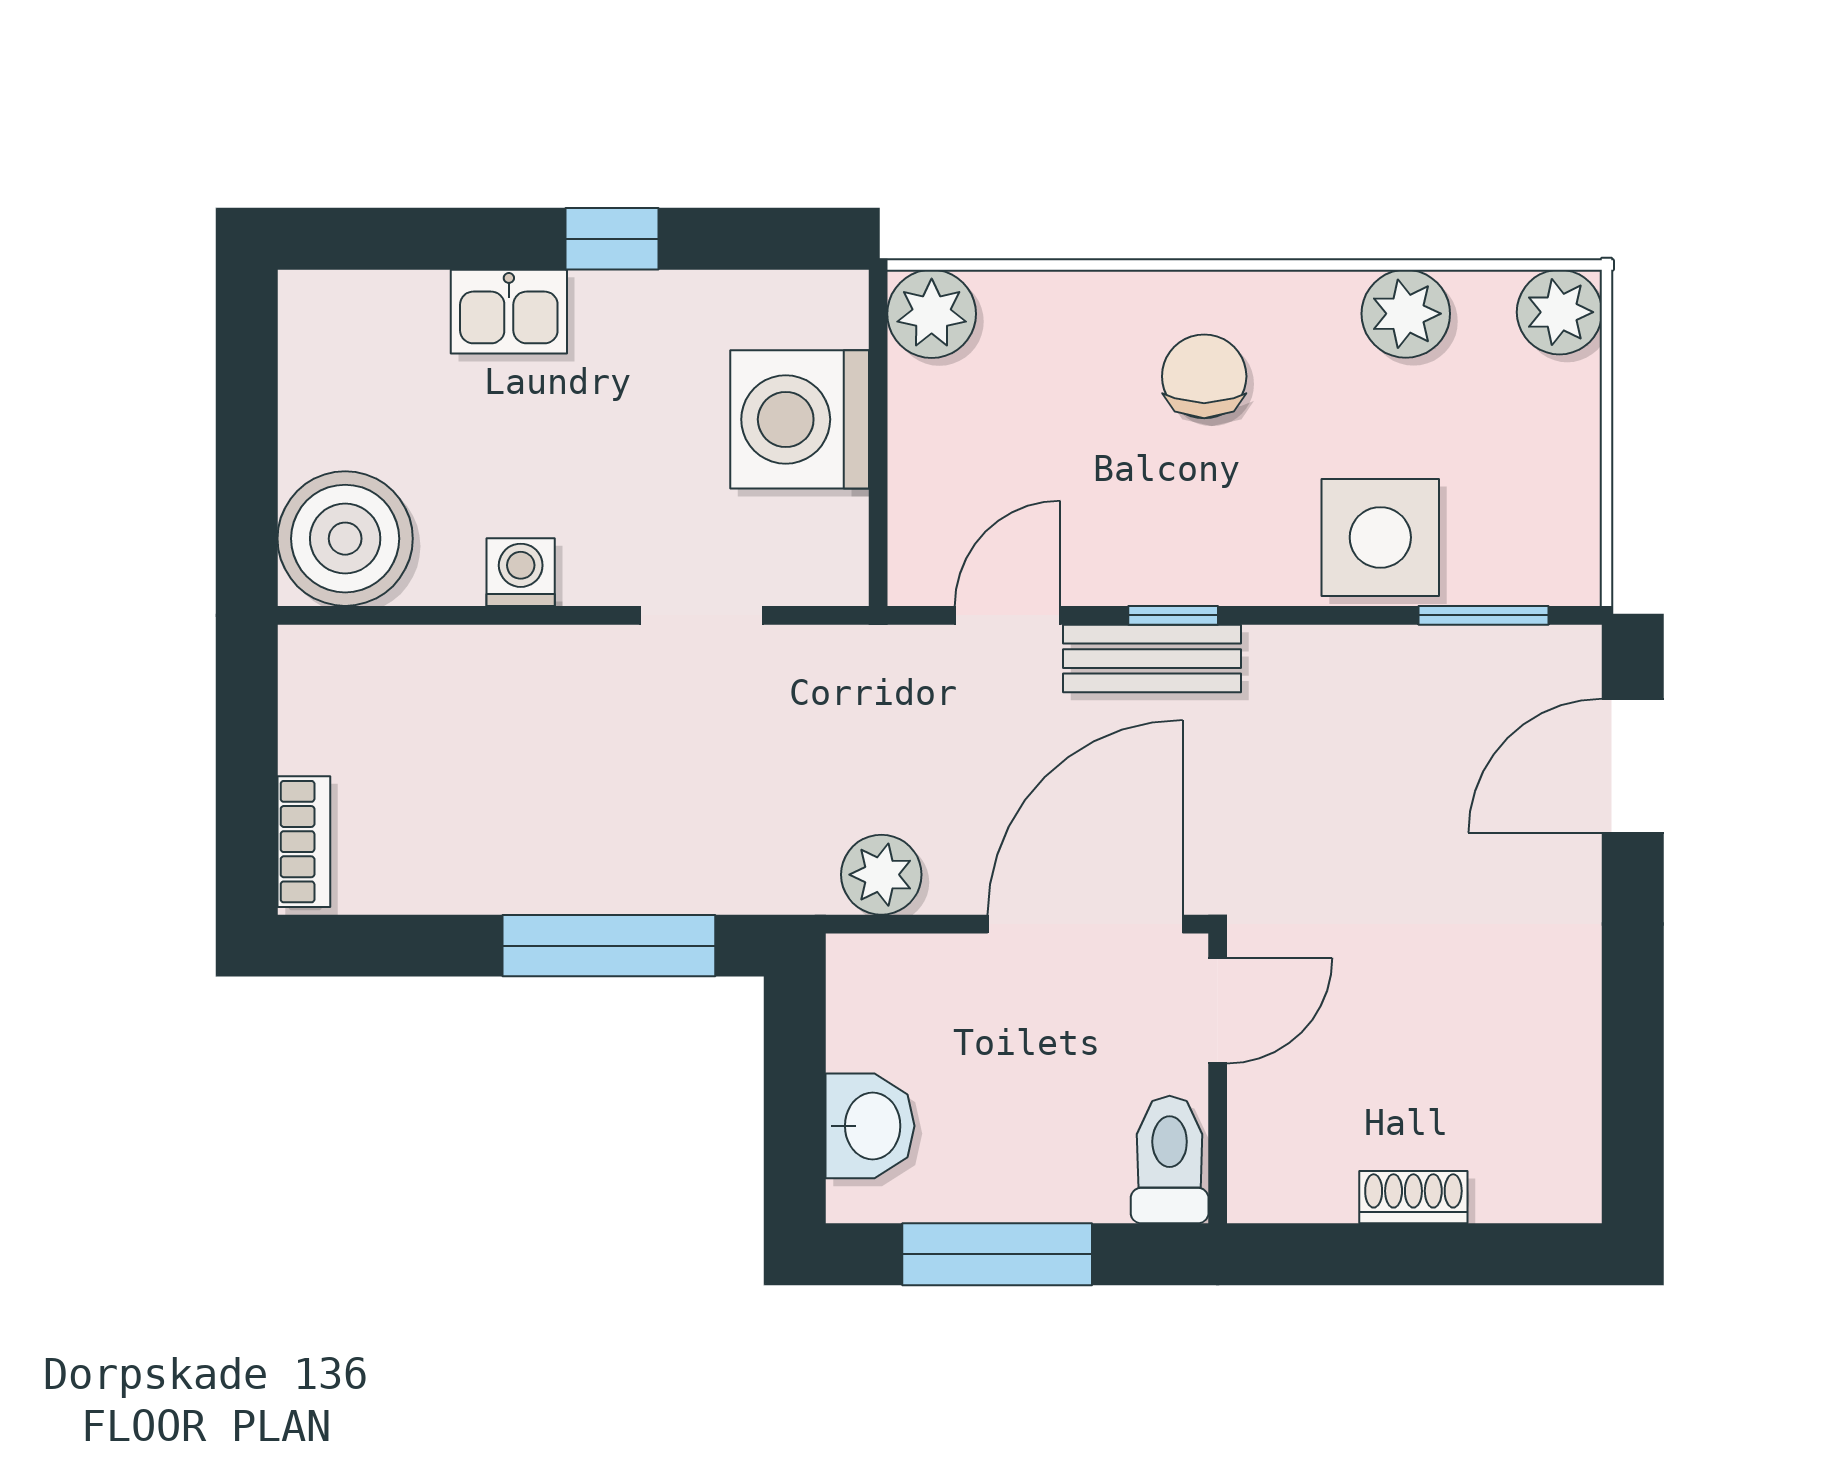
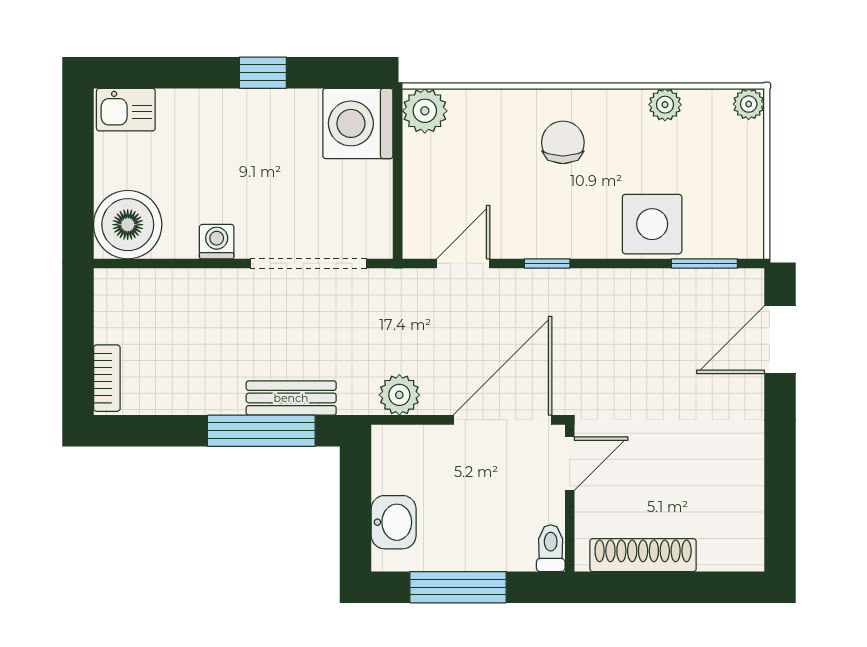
kitchen sink: (509, 312) -> (126, 110), moved
plant: (1559, 312) -> (749, 104), width x0.73, depth x0.73
plant: (1406, 314) -> (665, 105), width x0.73, depth x0.73
washing machine: (800, 419) -> (358, 123), moved
doorway: (702, 615) -> (308, 263), width x1.87
bench: (1152, 659) -> (291, 398), moved
toilet: (1170, 1160) -> (551, 548), width x0.73, depth x0.72
shoe rack: (1413, 1197) -> (643, 555), width x1.94, depth x1.24

